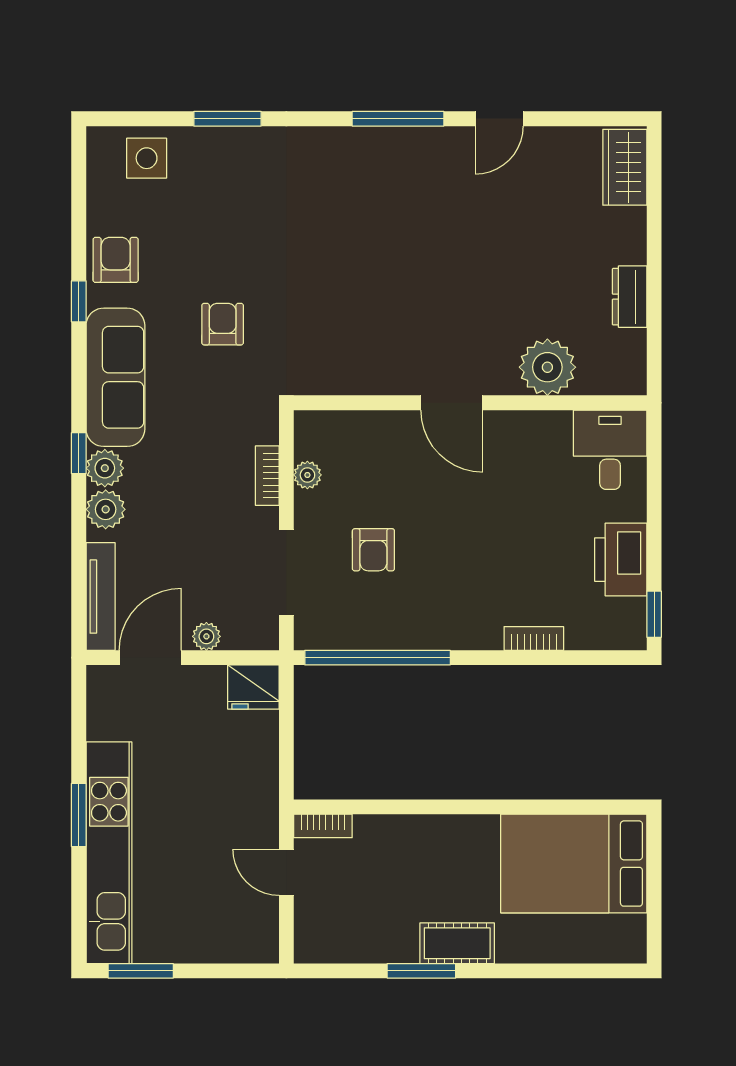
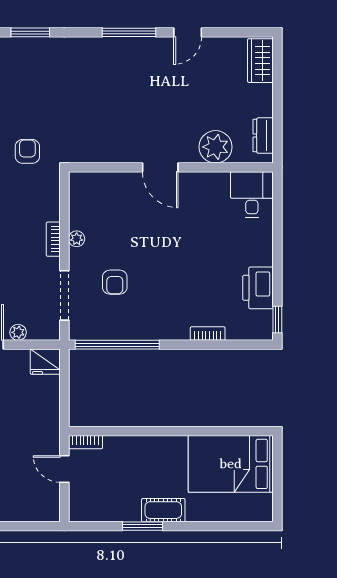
plant: (547, 367) -> (216, 147), moved
door: (452, 403) -> (160, 167), moved
wall: (470, 403) -> (171, 167), moved
desk: (610, 450) -> (252, 195), moved

